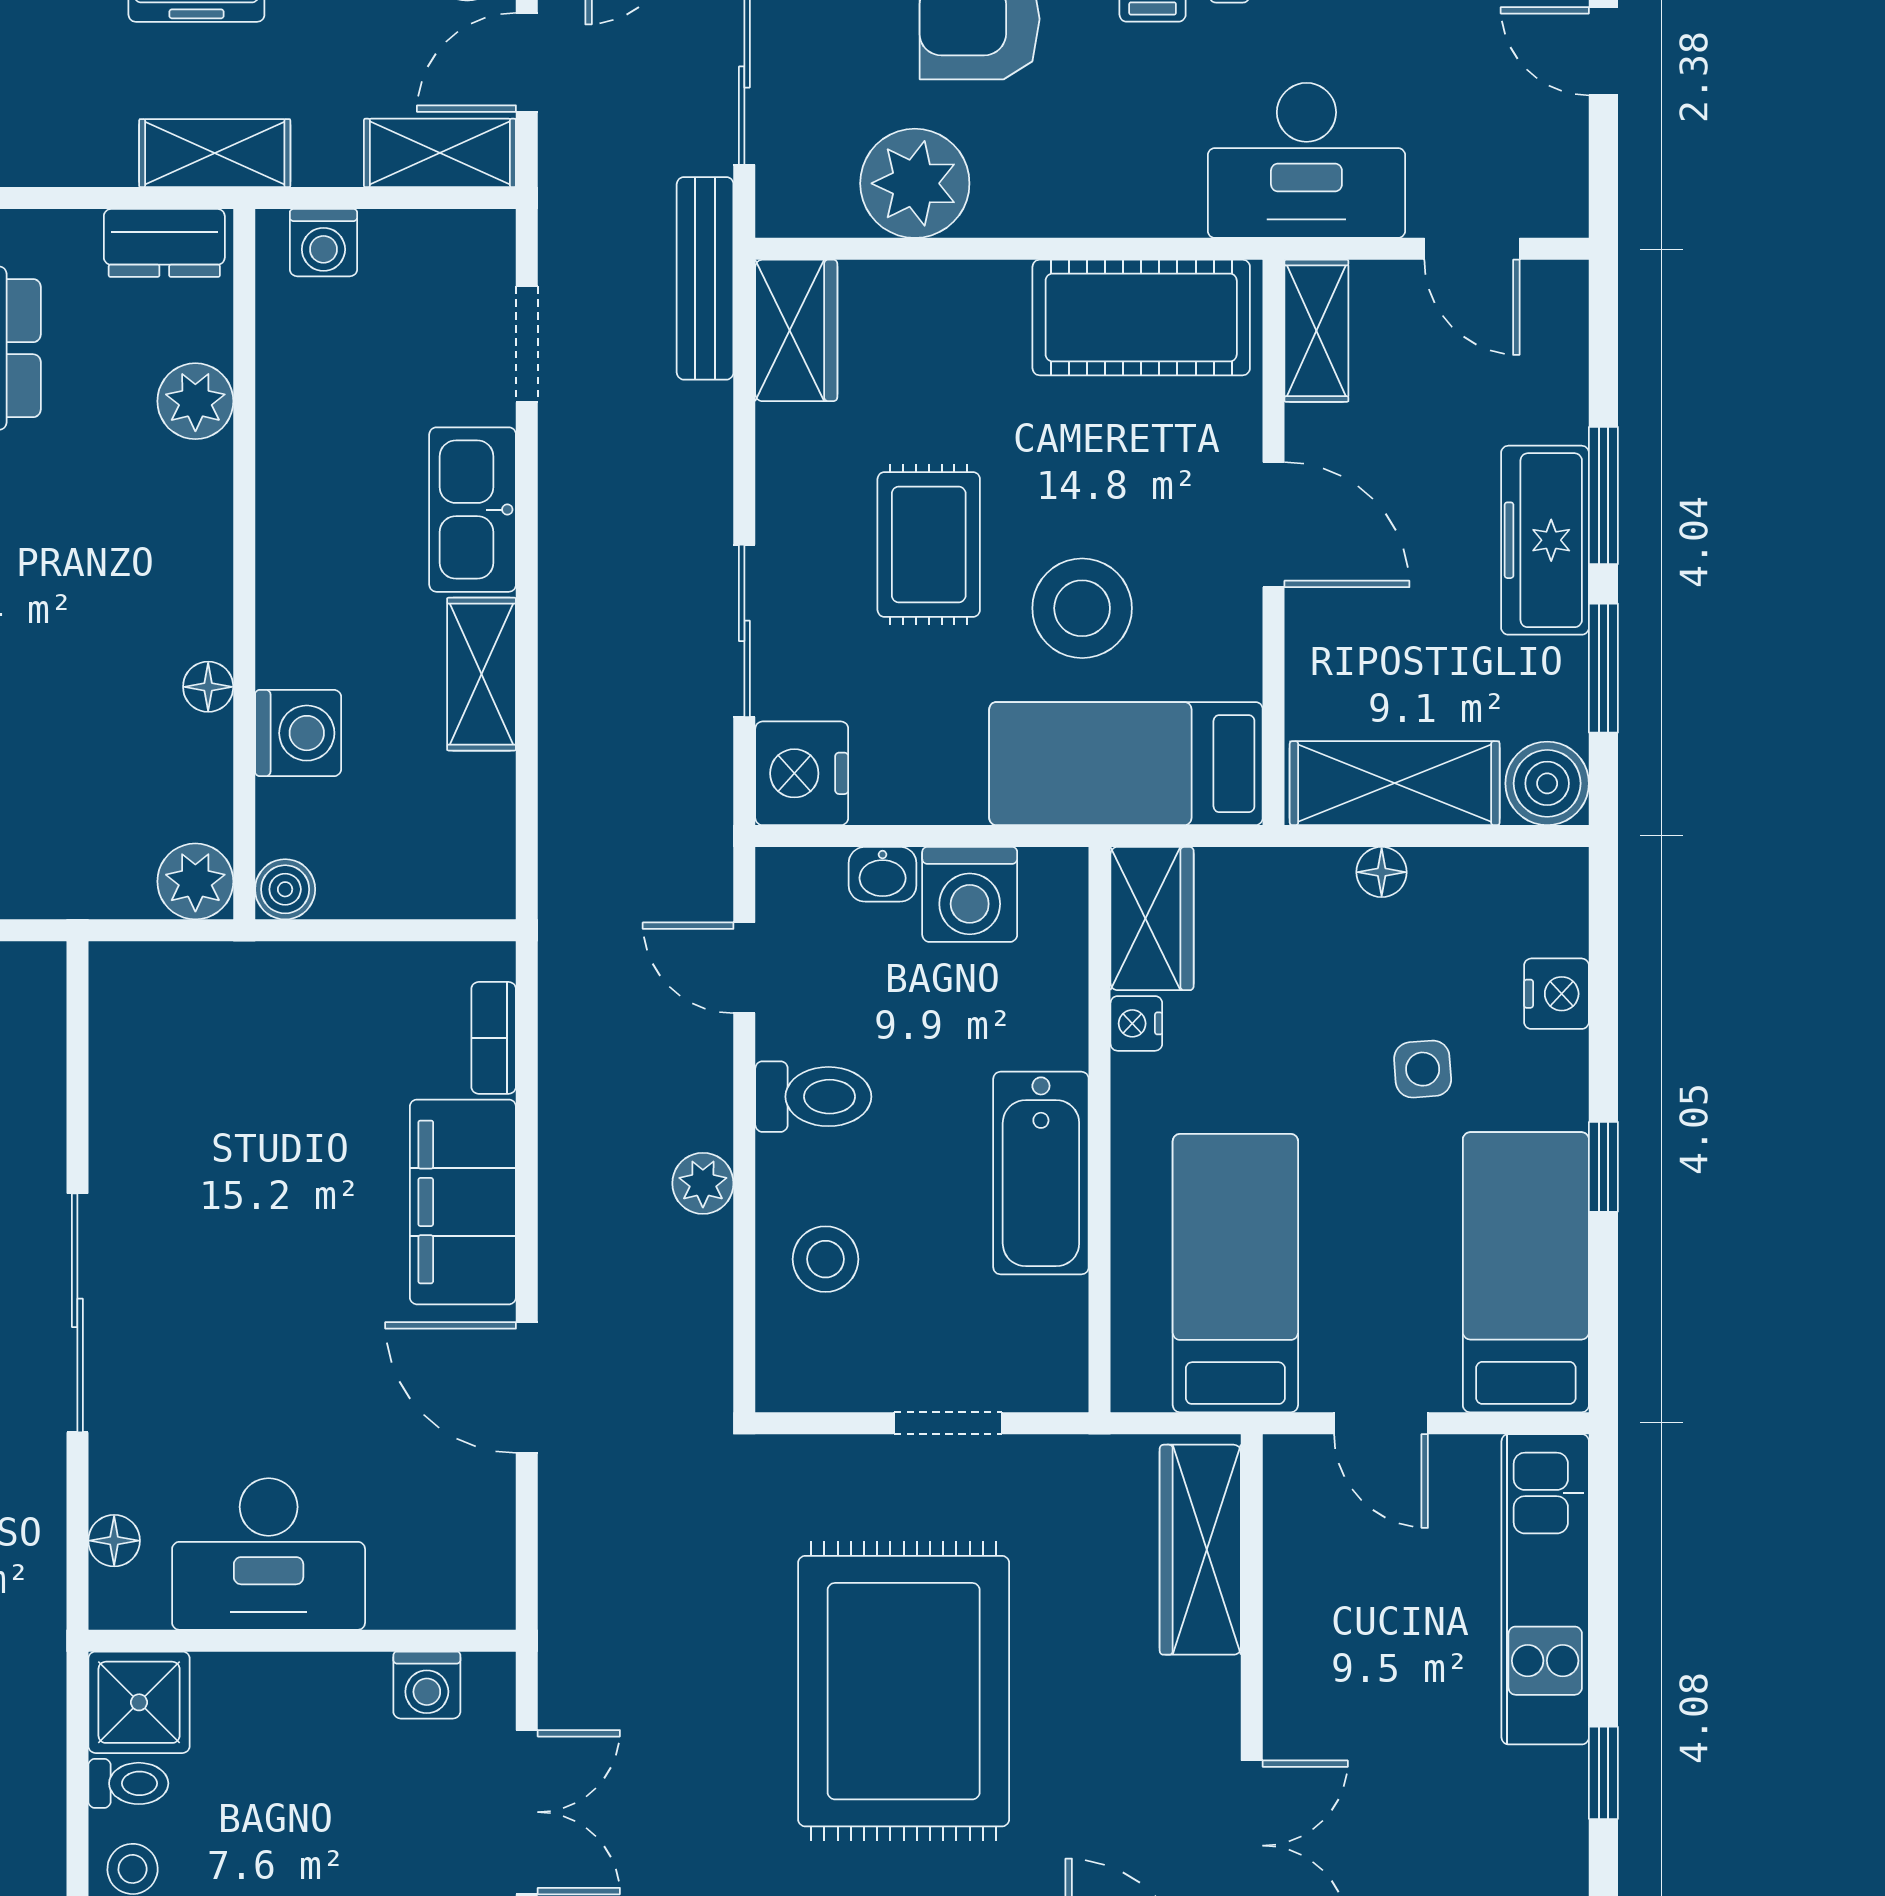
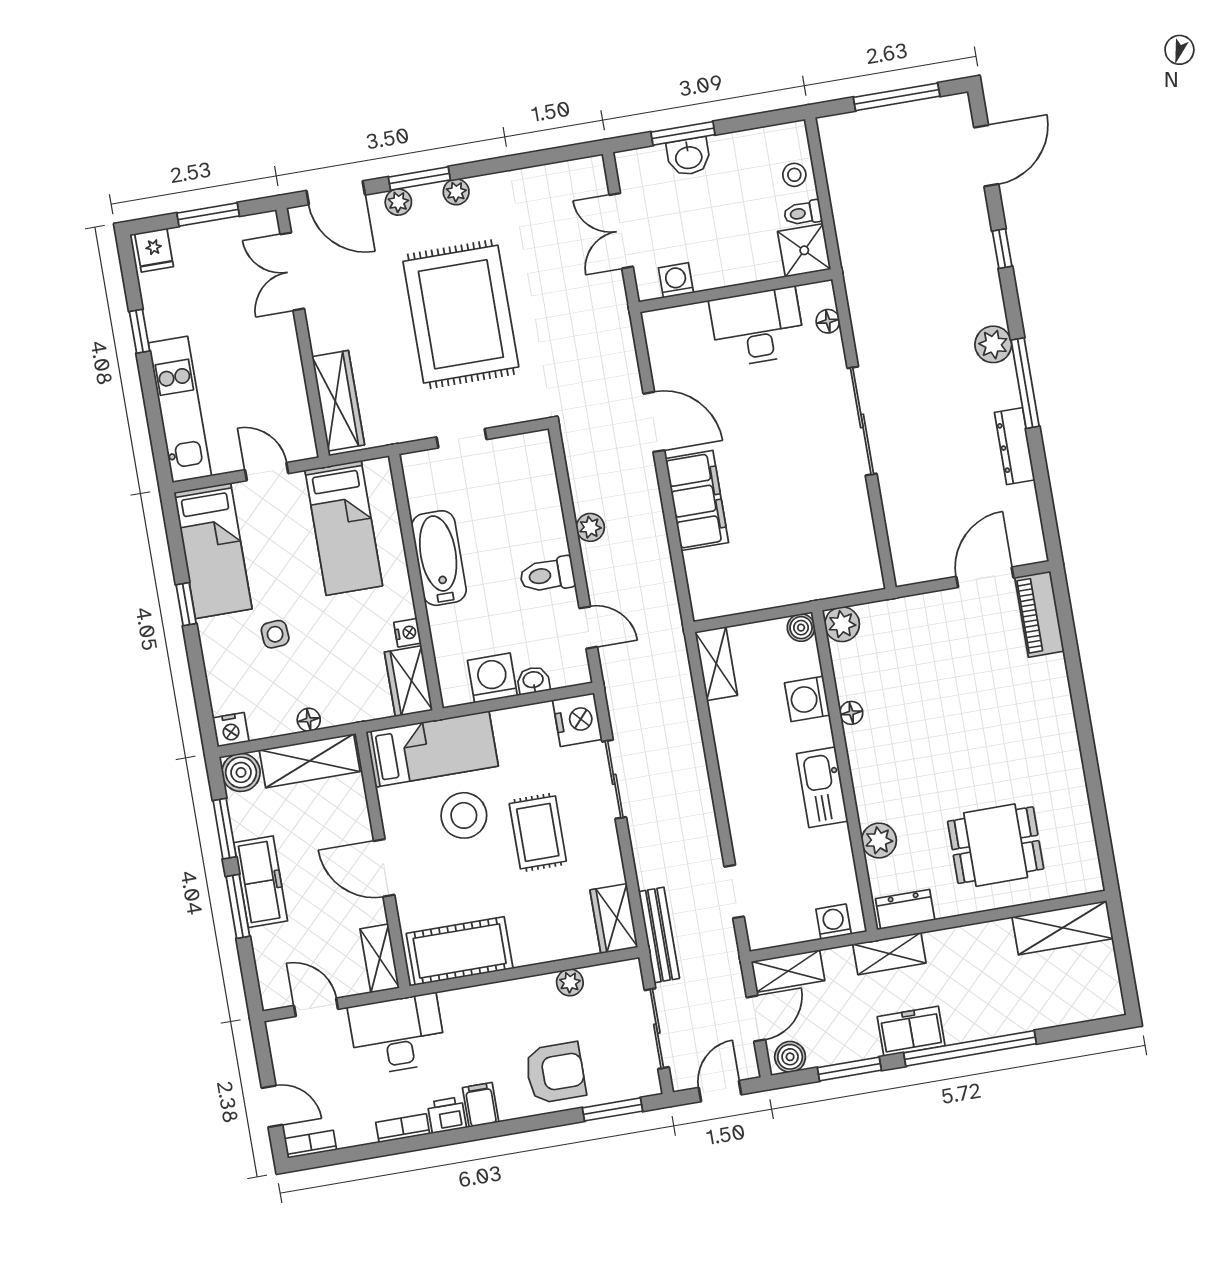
plant: (915, 183) -> (570, 982), width x0.53, depth x0.53
kitchen sink: (473, 510) -> (822, 787), moved, turned 180
shelving: (482, 674) -> (716, 664), moved
nightstand: (1556, 994) -> (231, 730), moved, turned -90
bookcase: (494, 1038) -> (696, 577), removed
stool: (826, 1259) -> (529, 503), removed

